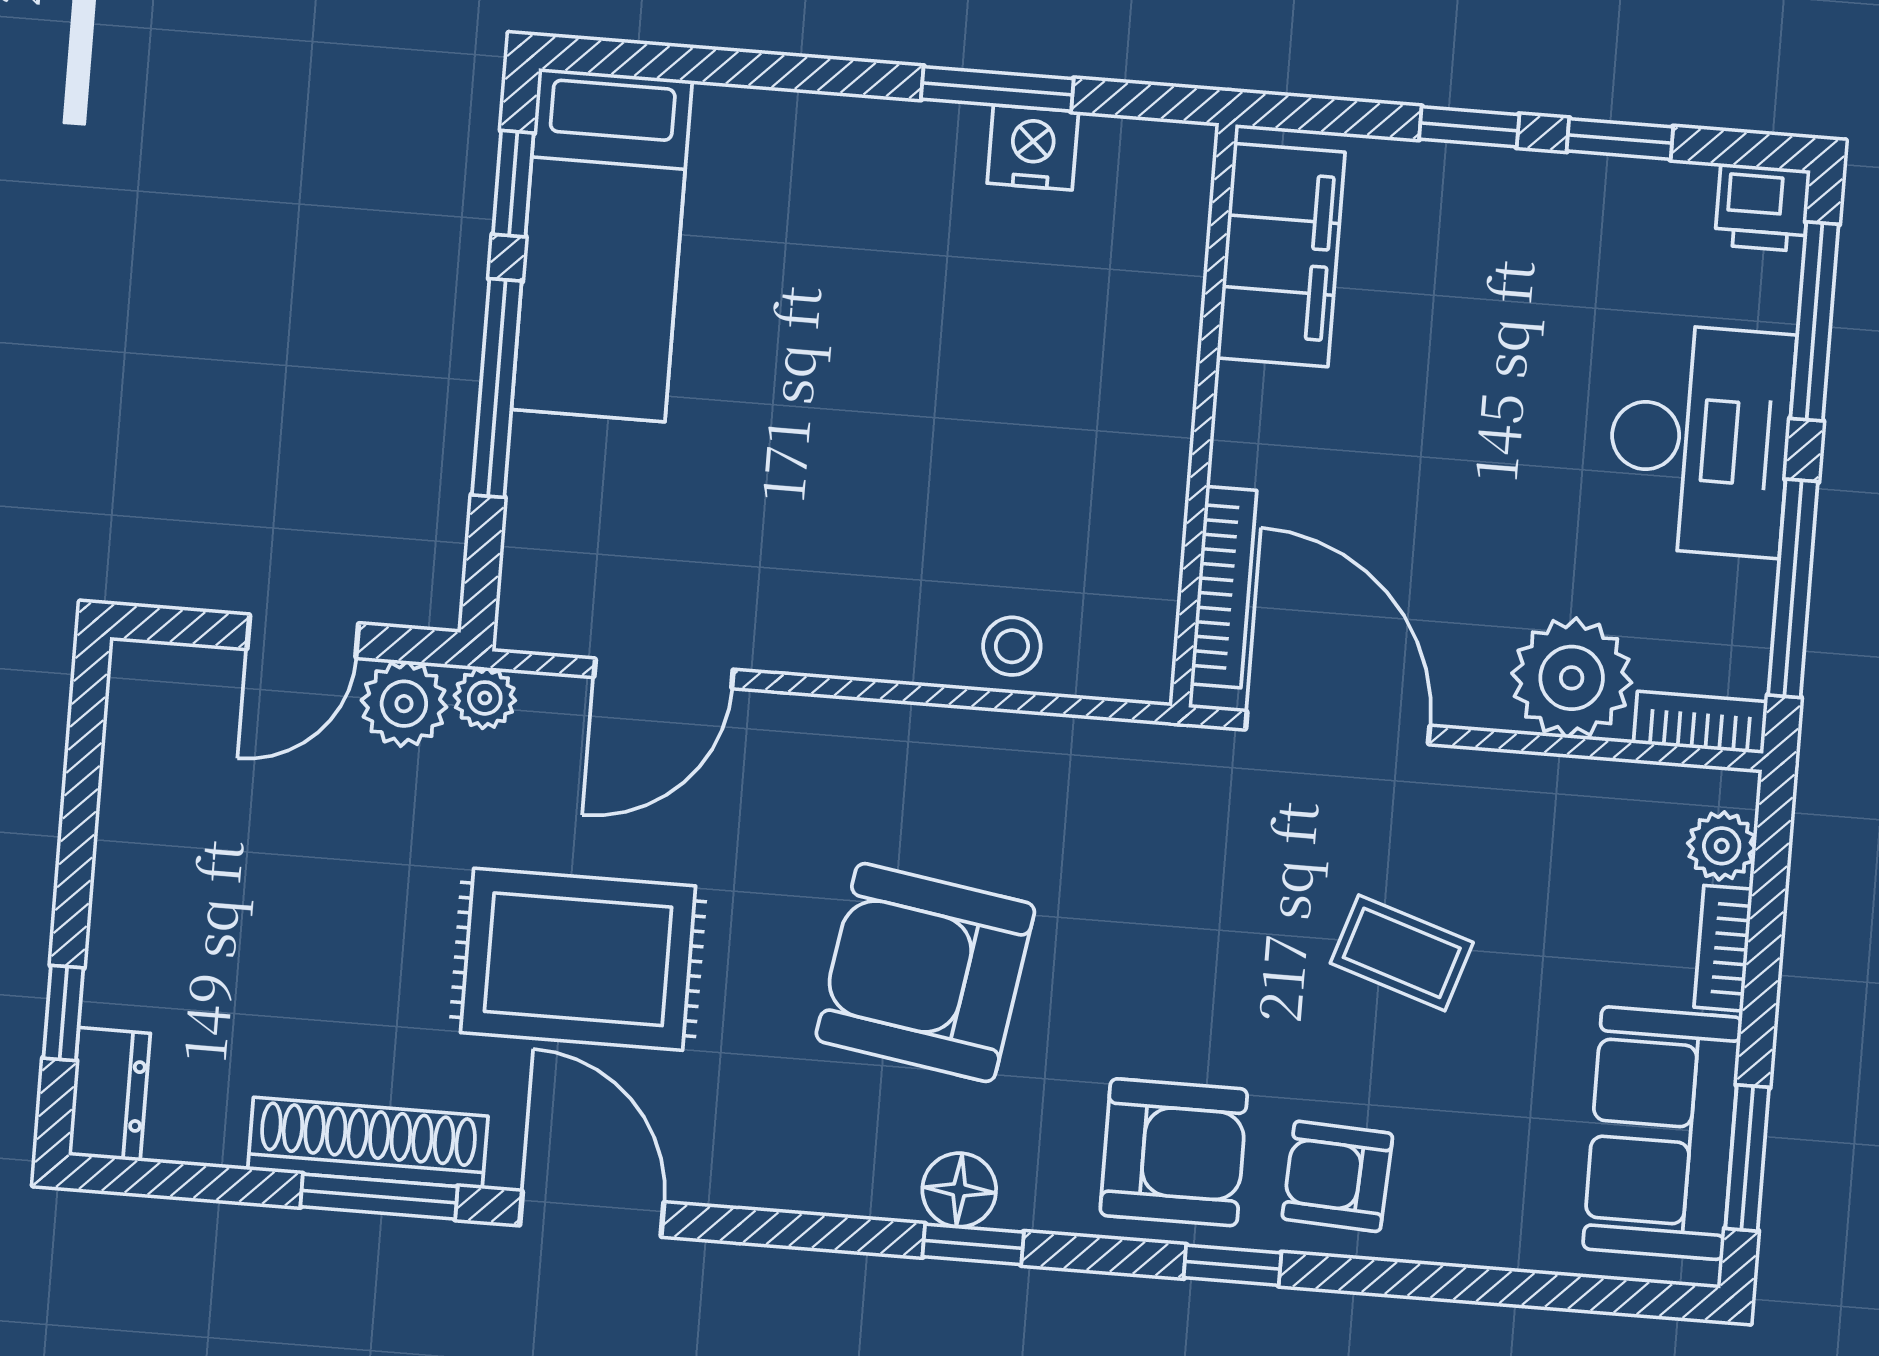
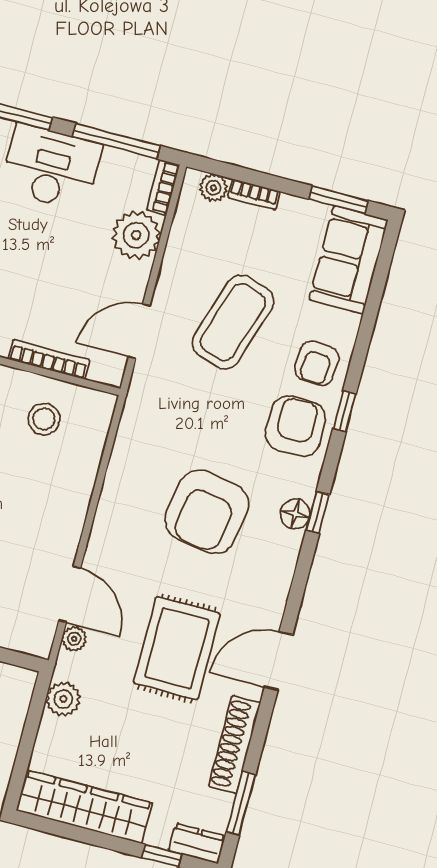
bookcase: (1224, 587) -> (49, 359), moved
door: (303, 636) -> (29, 734), removed
stool: (1012, 646) -> (44, 419), moved, width x1.37, depth x1.37
plant: (485, 698) -> (74, 639), moved
door: (1338, 728) -> (139, 331), width x0.73
wardrobe: (149, 802) -> (84, 807), added
coffee table: (1402, 953) -> (233, 322), width x1.86, depth x1.72
sofa: (1662, 1133) -> (349, 260), moved, turned 90
window: (379, 1197) -> (241, 803), moved

